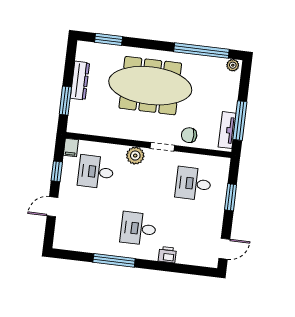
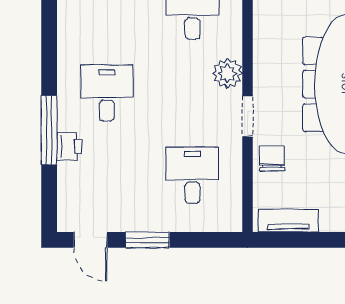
window: (240, 121) -> (306, 240), removed
window: (231, 197) -> (148, 240), moved
window: (114, 260) -> (49, 130), moved

